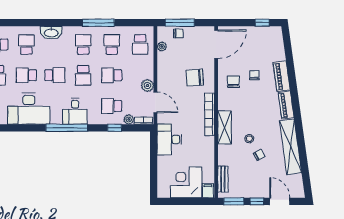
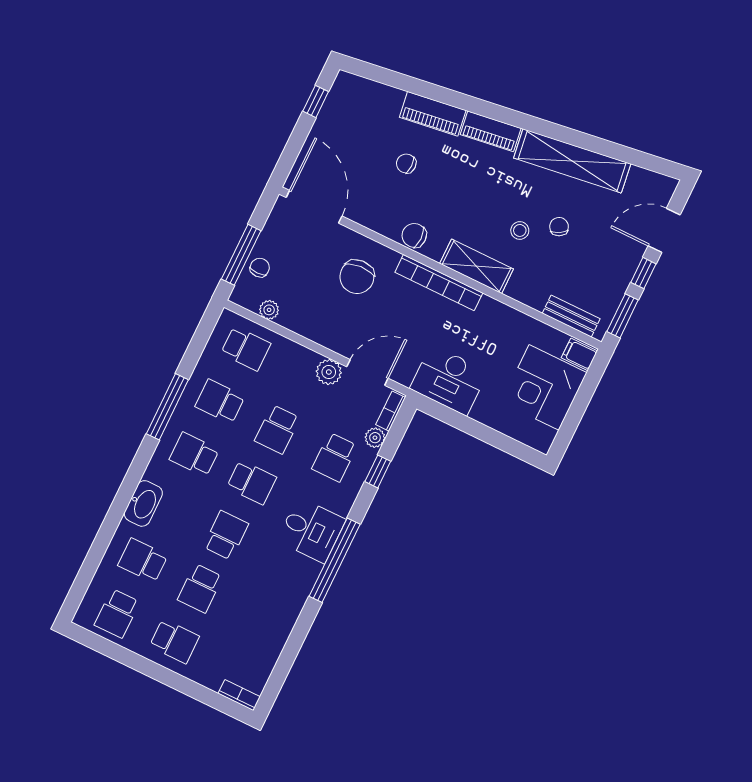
chair: (233, 82) -> (414, 235), moved
desk: (29, 109) -> (265, 614), removed

